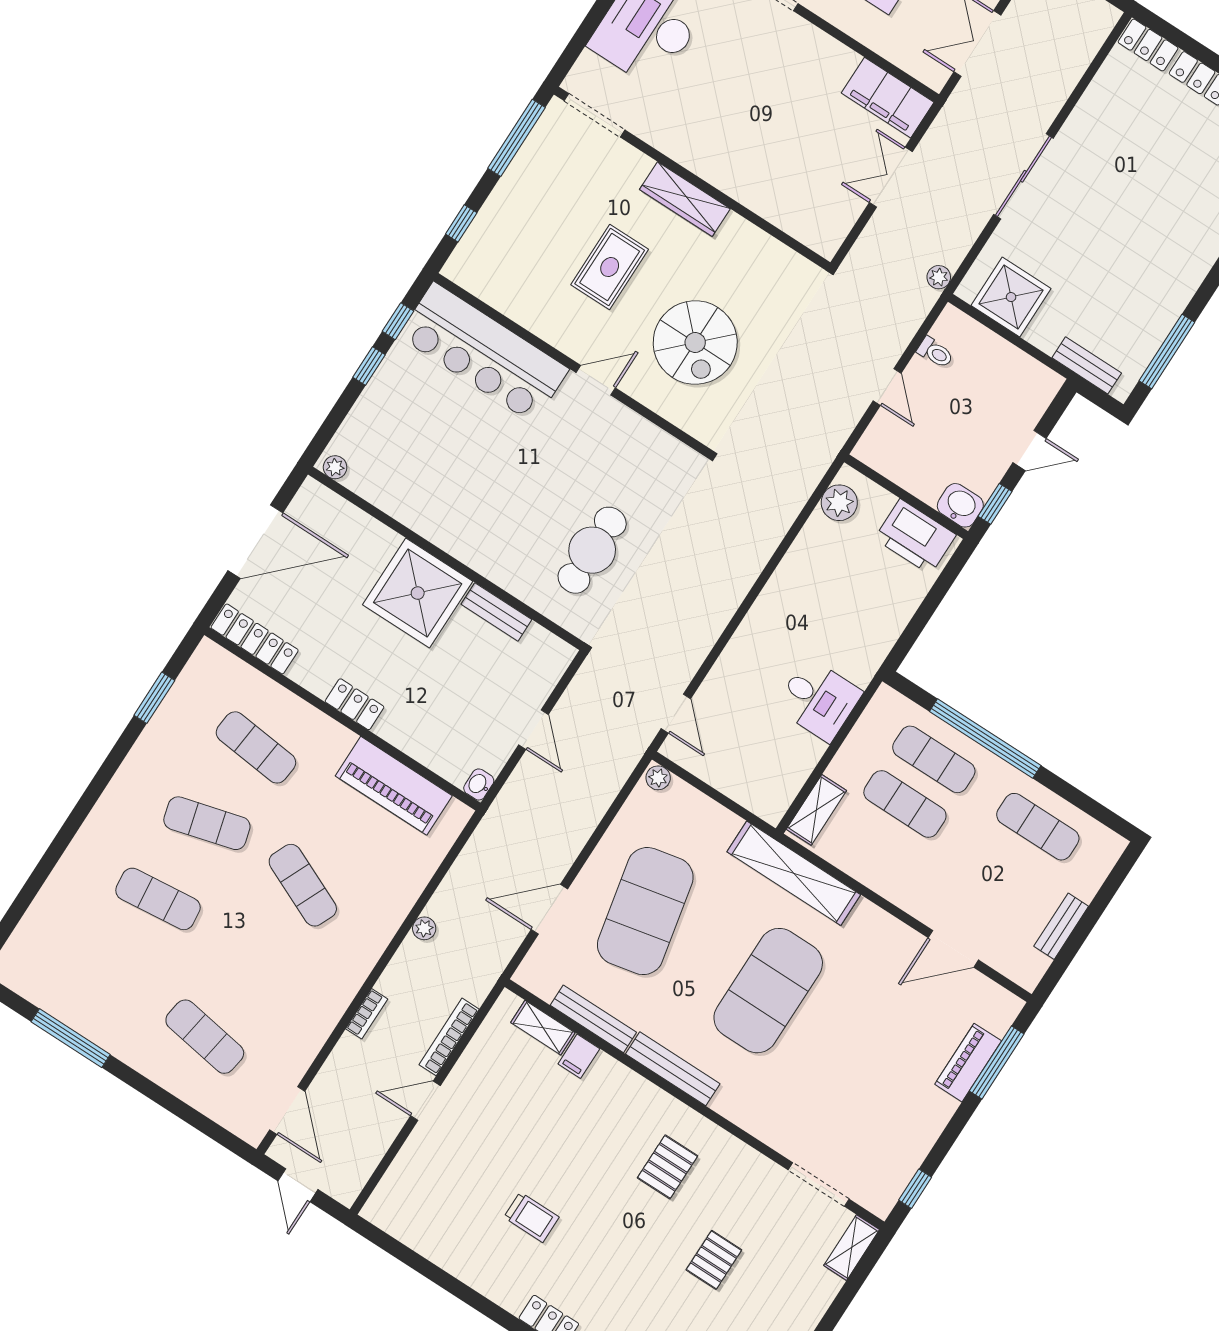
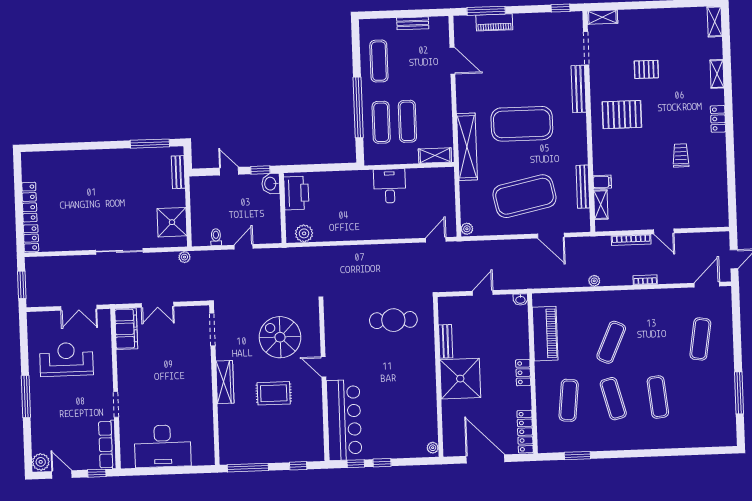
doorway: (594, 115) -> (212, 329), moved
spiral stairs: (695, 342) -> (280, 337), turned -90
bench: (673, 1069) -> (579, 89), moved
pallet: (667, 1167) -> (622, 115), width x1.50, depth x1.42

